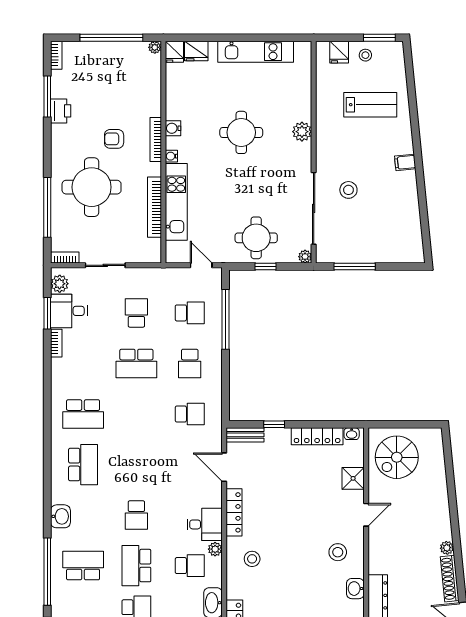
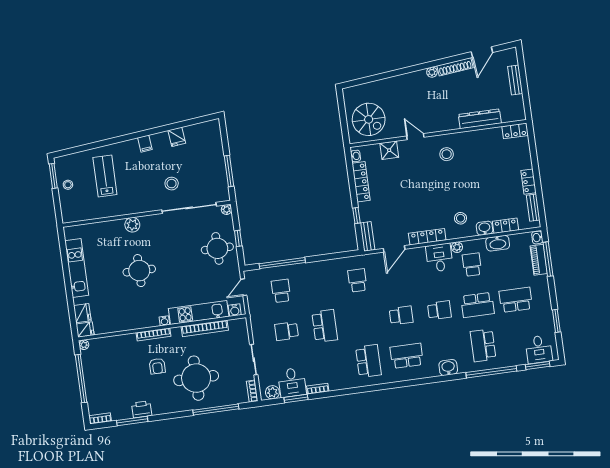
fridge: (339, 52) -> (177, 137), moved, turned 84
water cooler: (173, 128) -> (235, 310), moved
school desk: (190, 363) -> (401, 315), moved
washbasin: (355, 589) -> (484, 228), moved, turned 180

